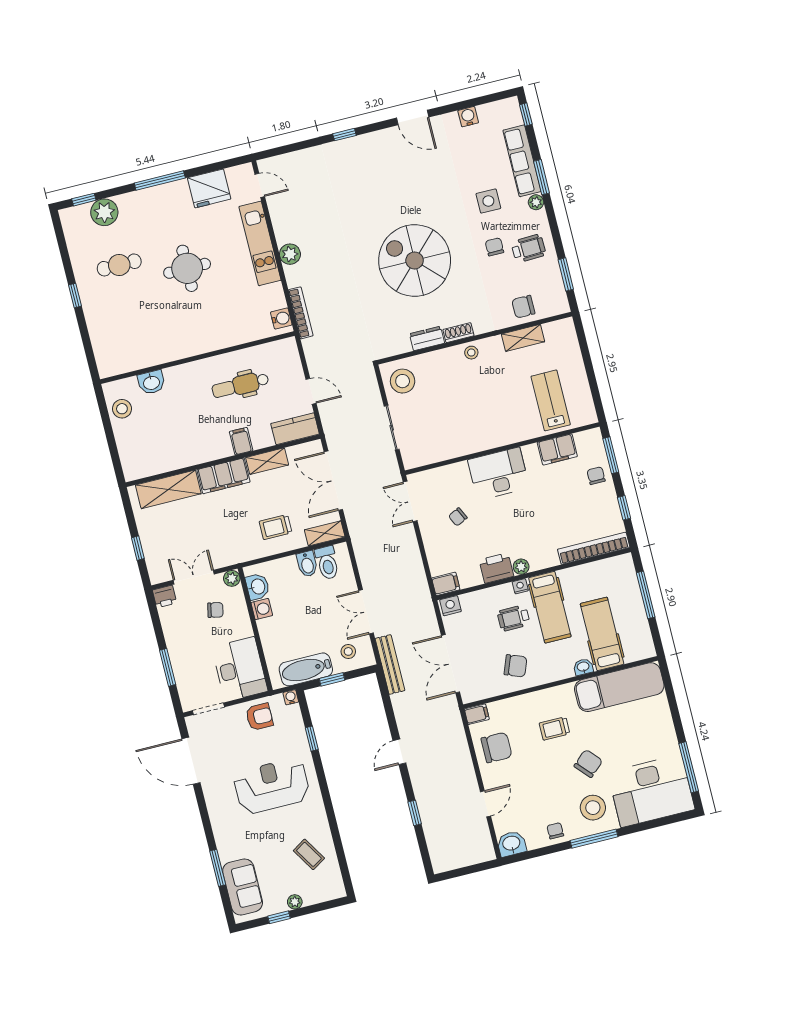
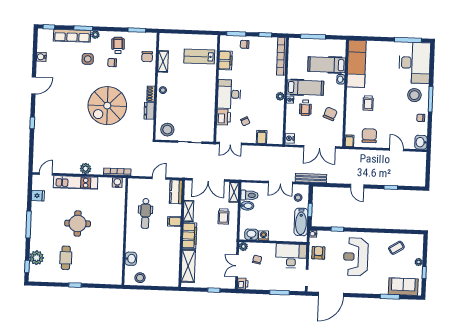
fridge: (209, 188) -> (38, 196), width x0.53, depth x0.75
printer: (496, 568) -> (224, 117), moved, turned 180
filing cabinet: (446, 584) -> (262, 137), moved
chair: (588, 763) -> (391, 91), removed

